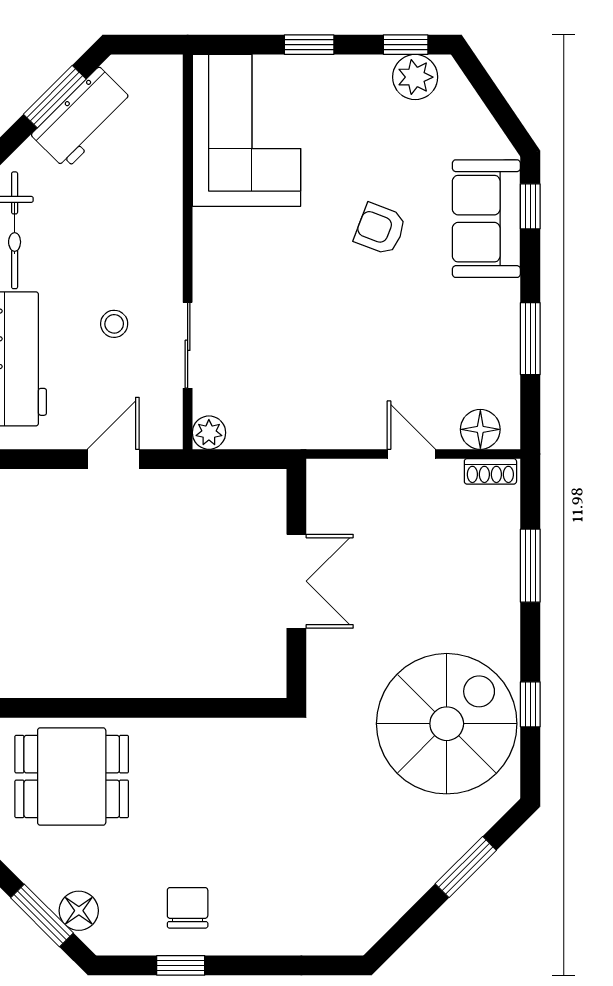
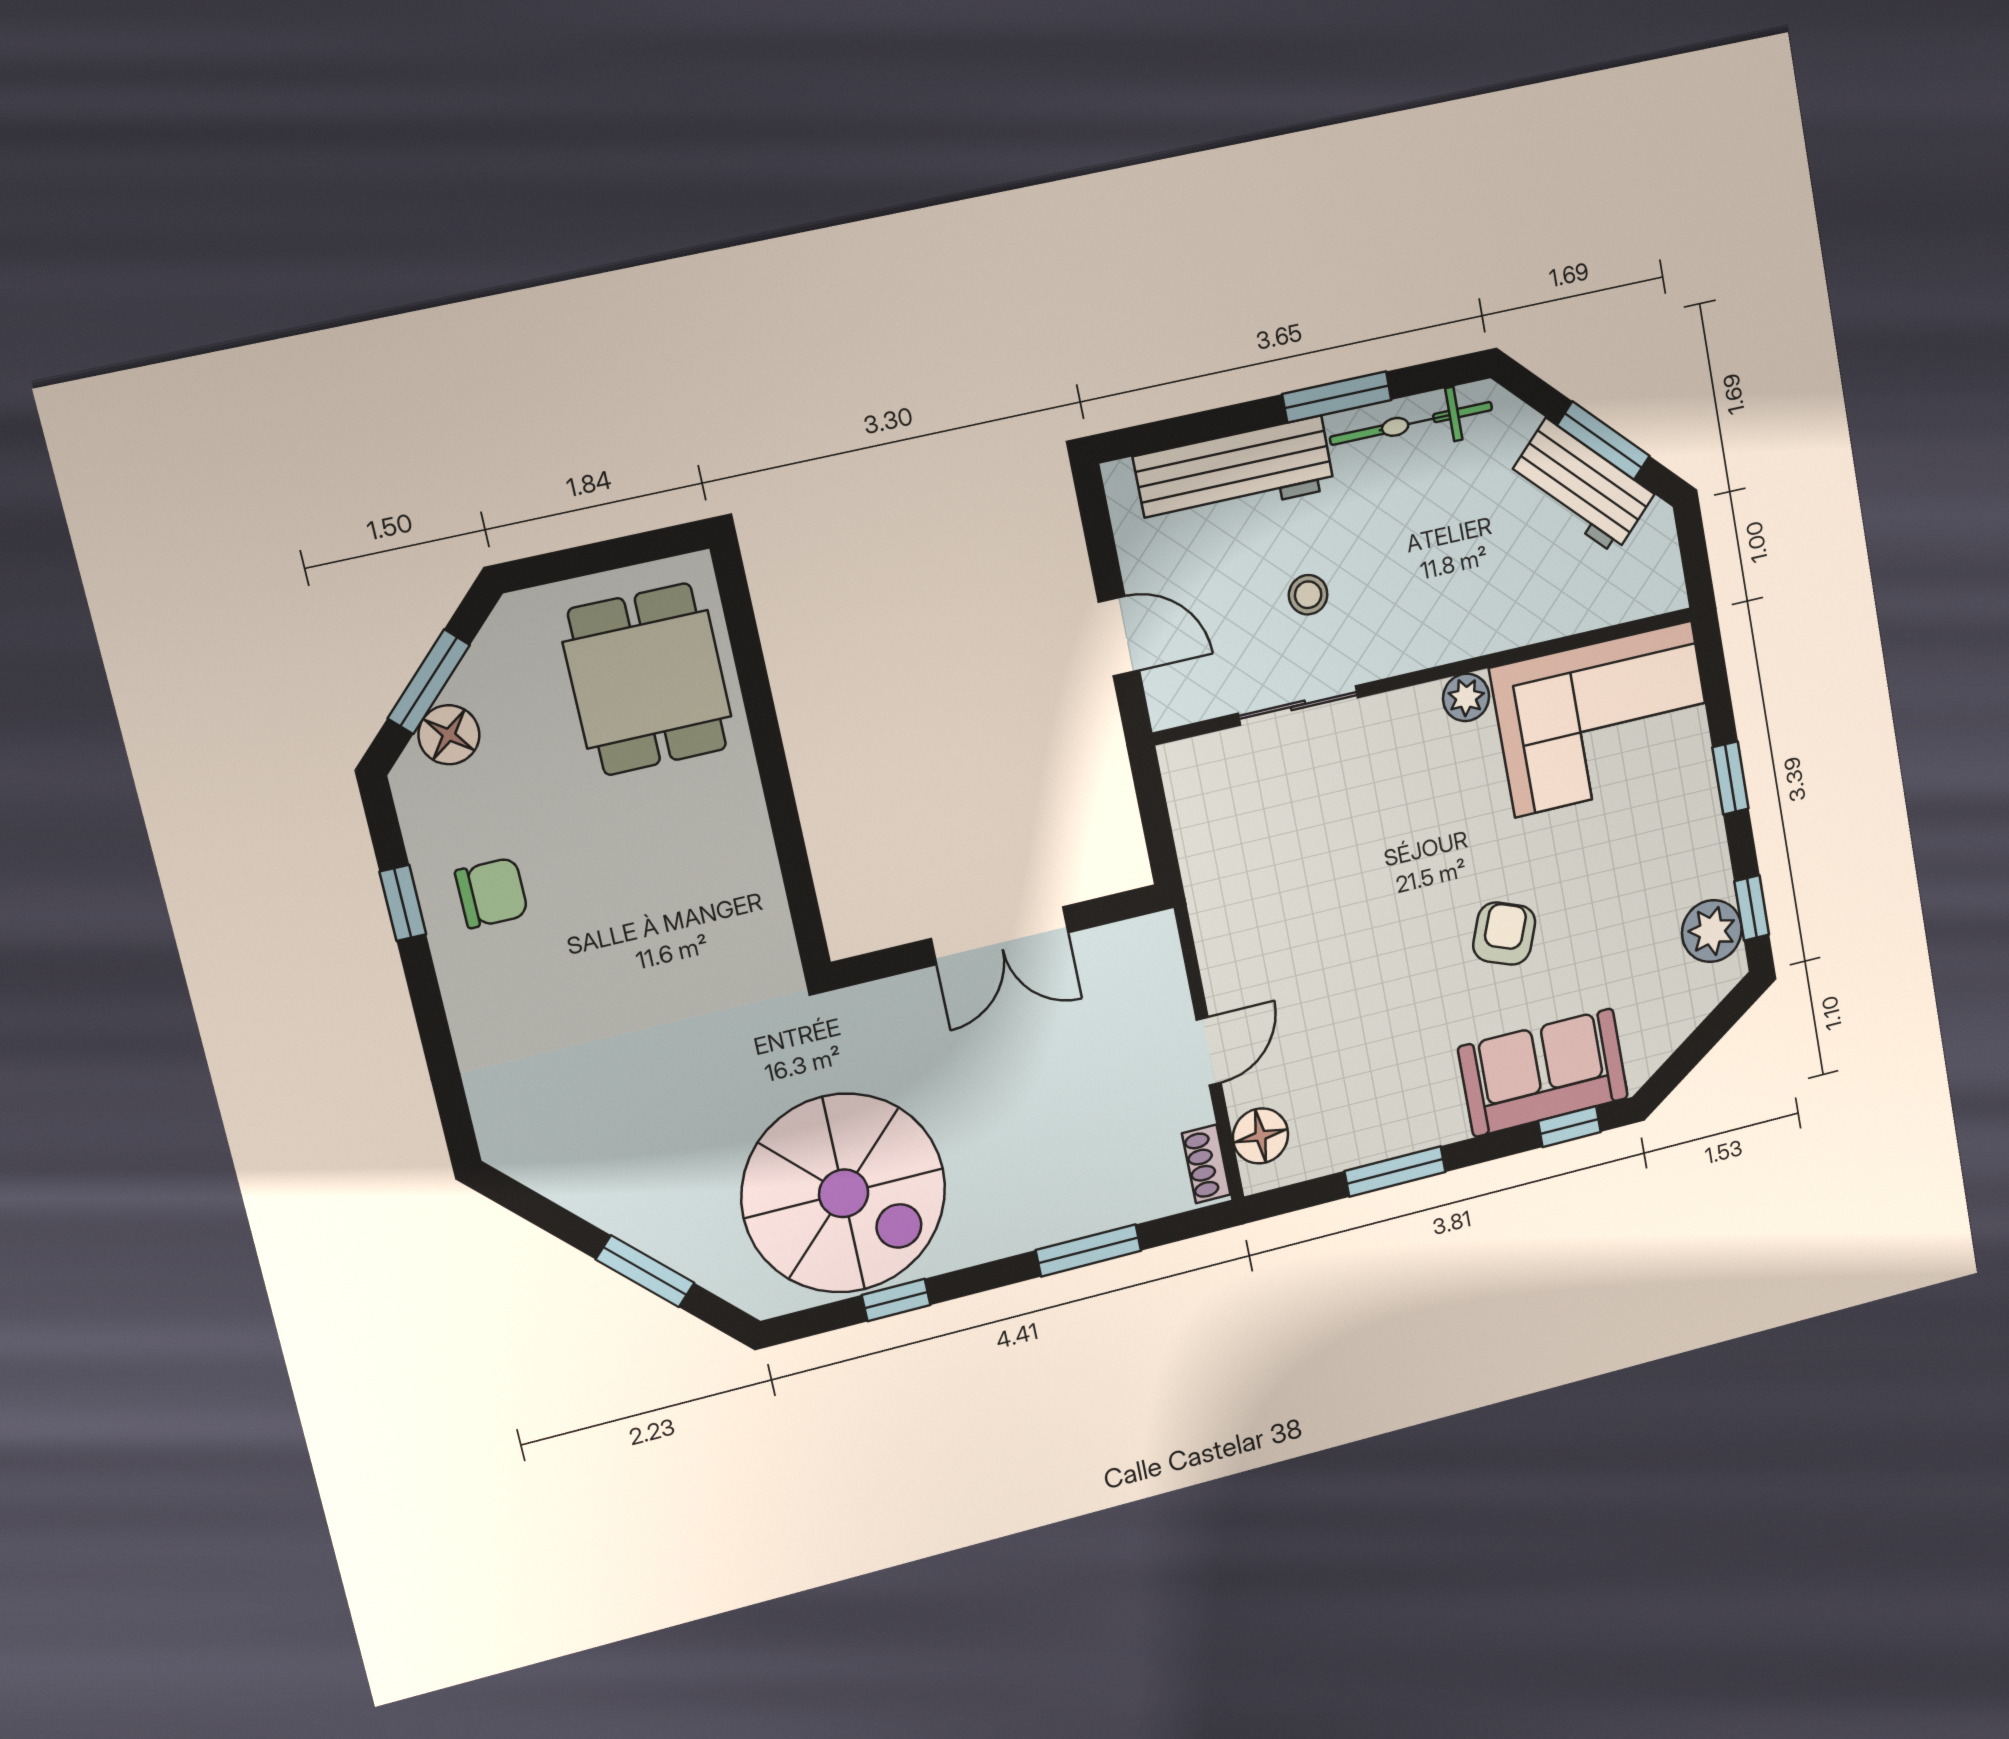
plant: (209, 433) -> (1466, 697), moved

